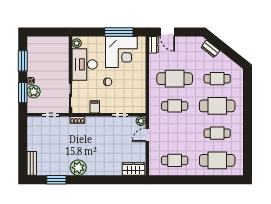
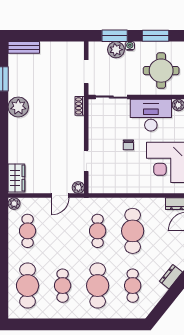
round table: (50, 56) -> (161, 71), added
filing cabinet: (95, 107) -> (96, 128), removed
door: (147, 135) -> (60, 196), swing flipped
plant: (153, 171) -> (14, 204), added

